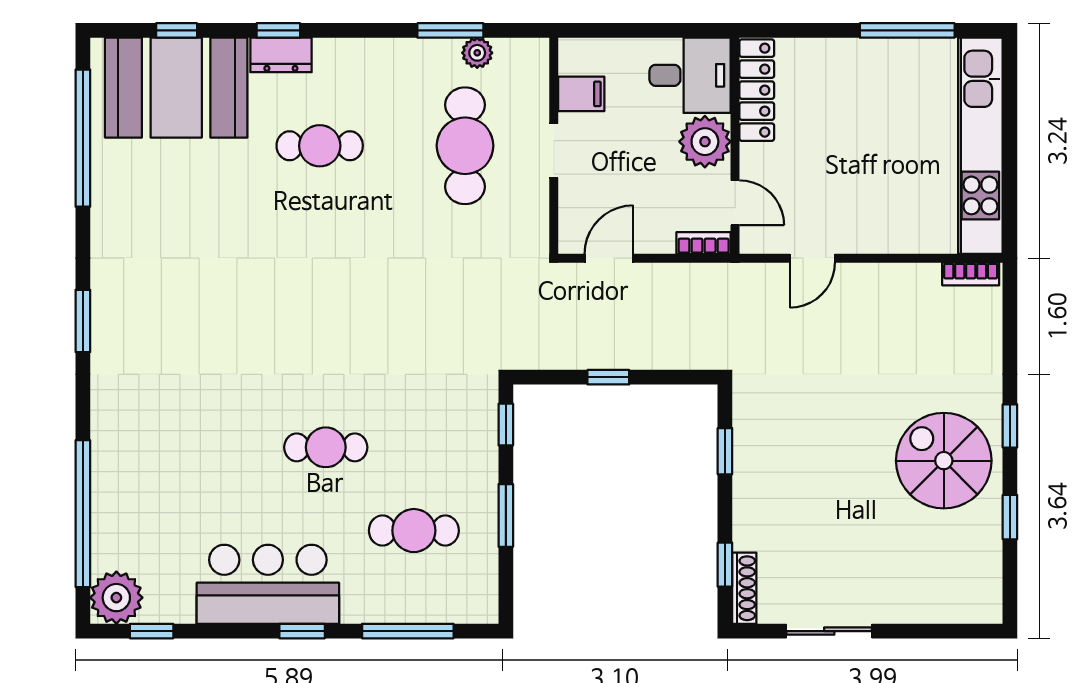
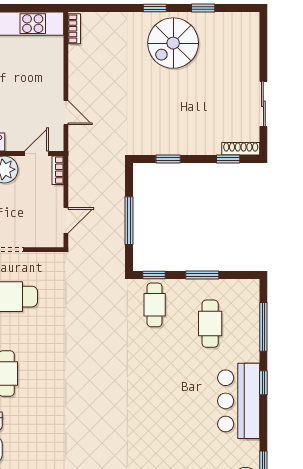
door: (609, 258) -> (66, 220), swing flipped
window: (608, 377) -> (129, 221), width x2.17
cafe table: (326, 447) -> (155, 305), moved

